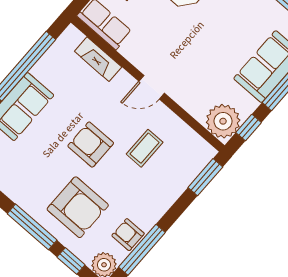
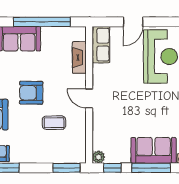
plant: (223, 121) -> (99, 157), width x0.53, depth x0.53
armchair: (91, 145) -> (31, 93), turned -90

